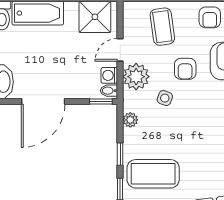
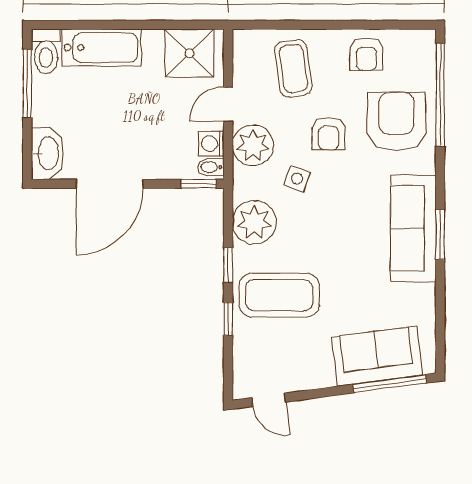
plant: (130, 120) -> (254, 222), width x1.87, depth x1.87

